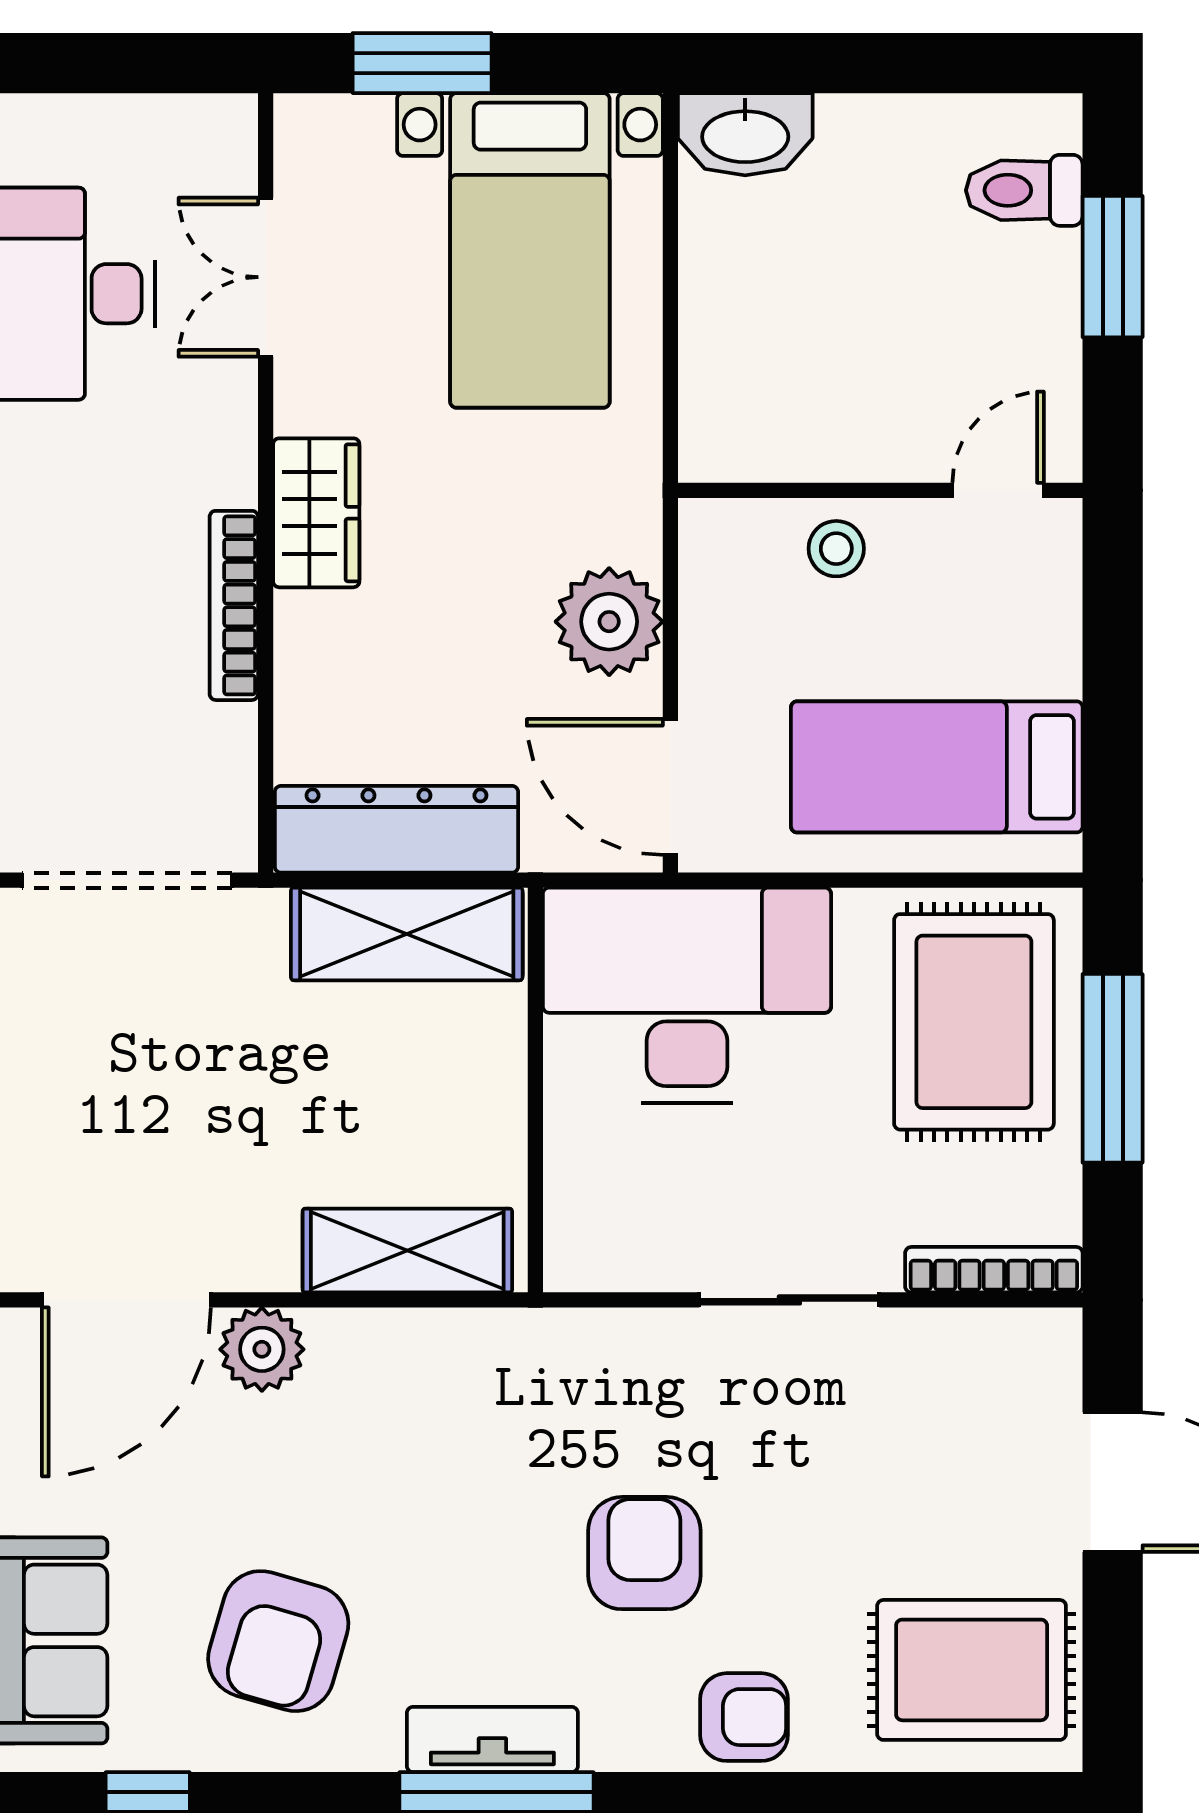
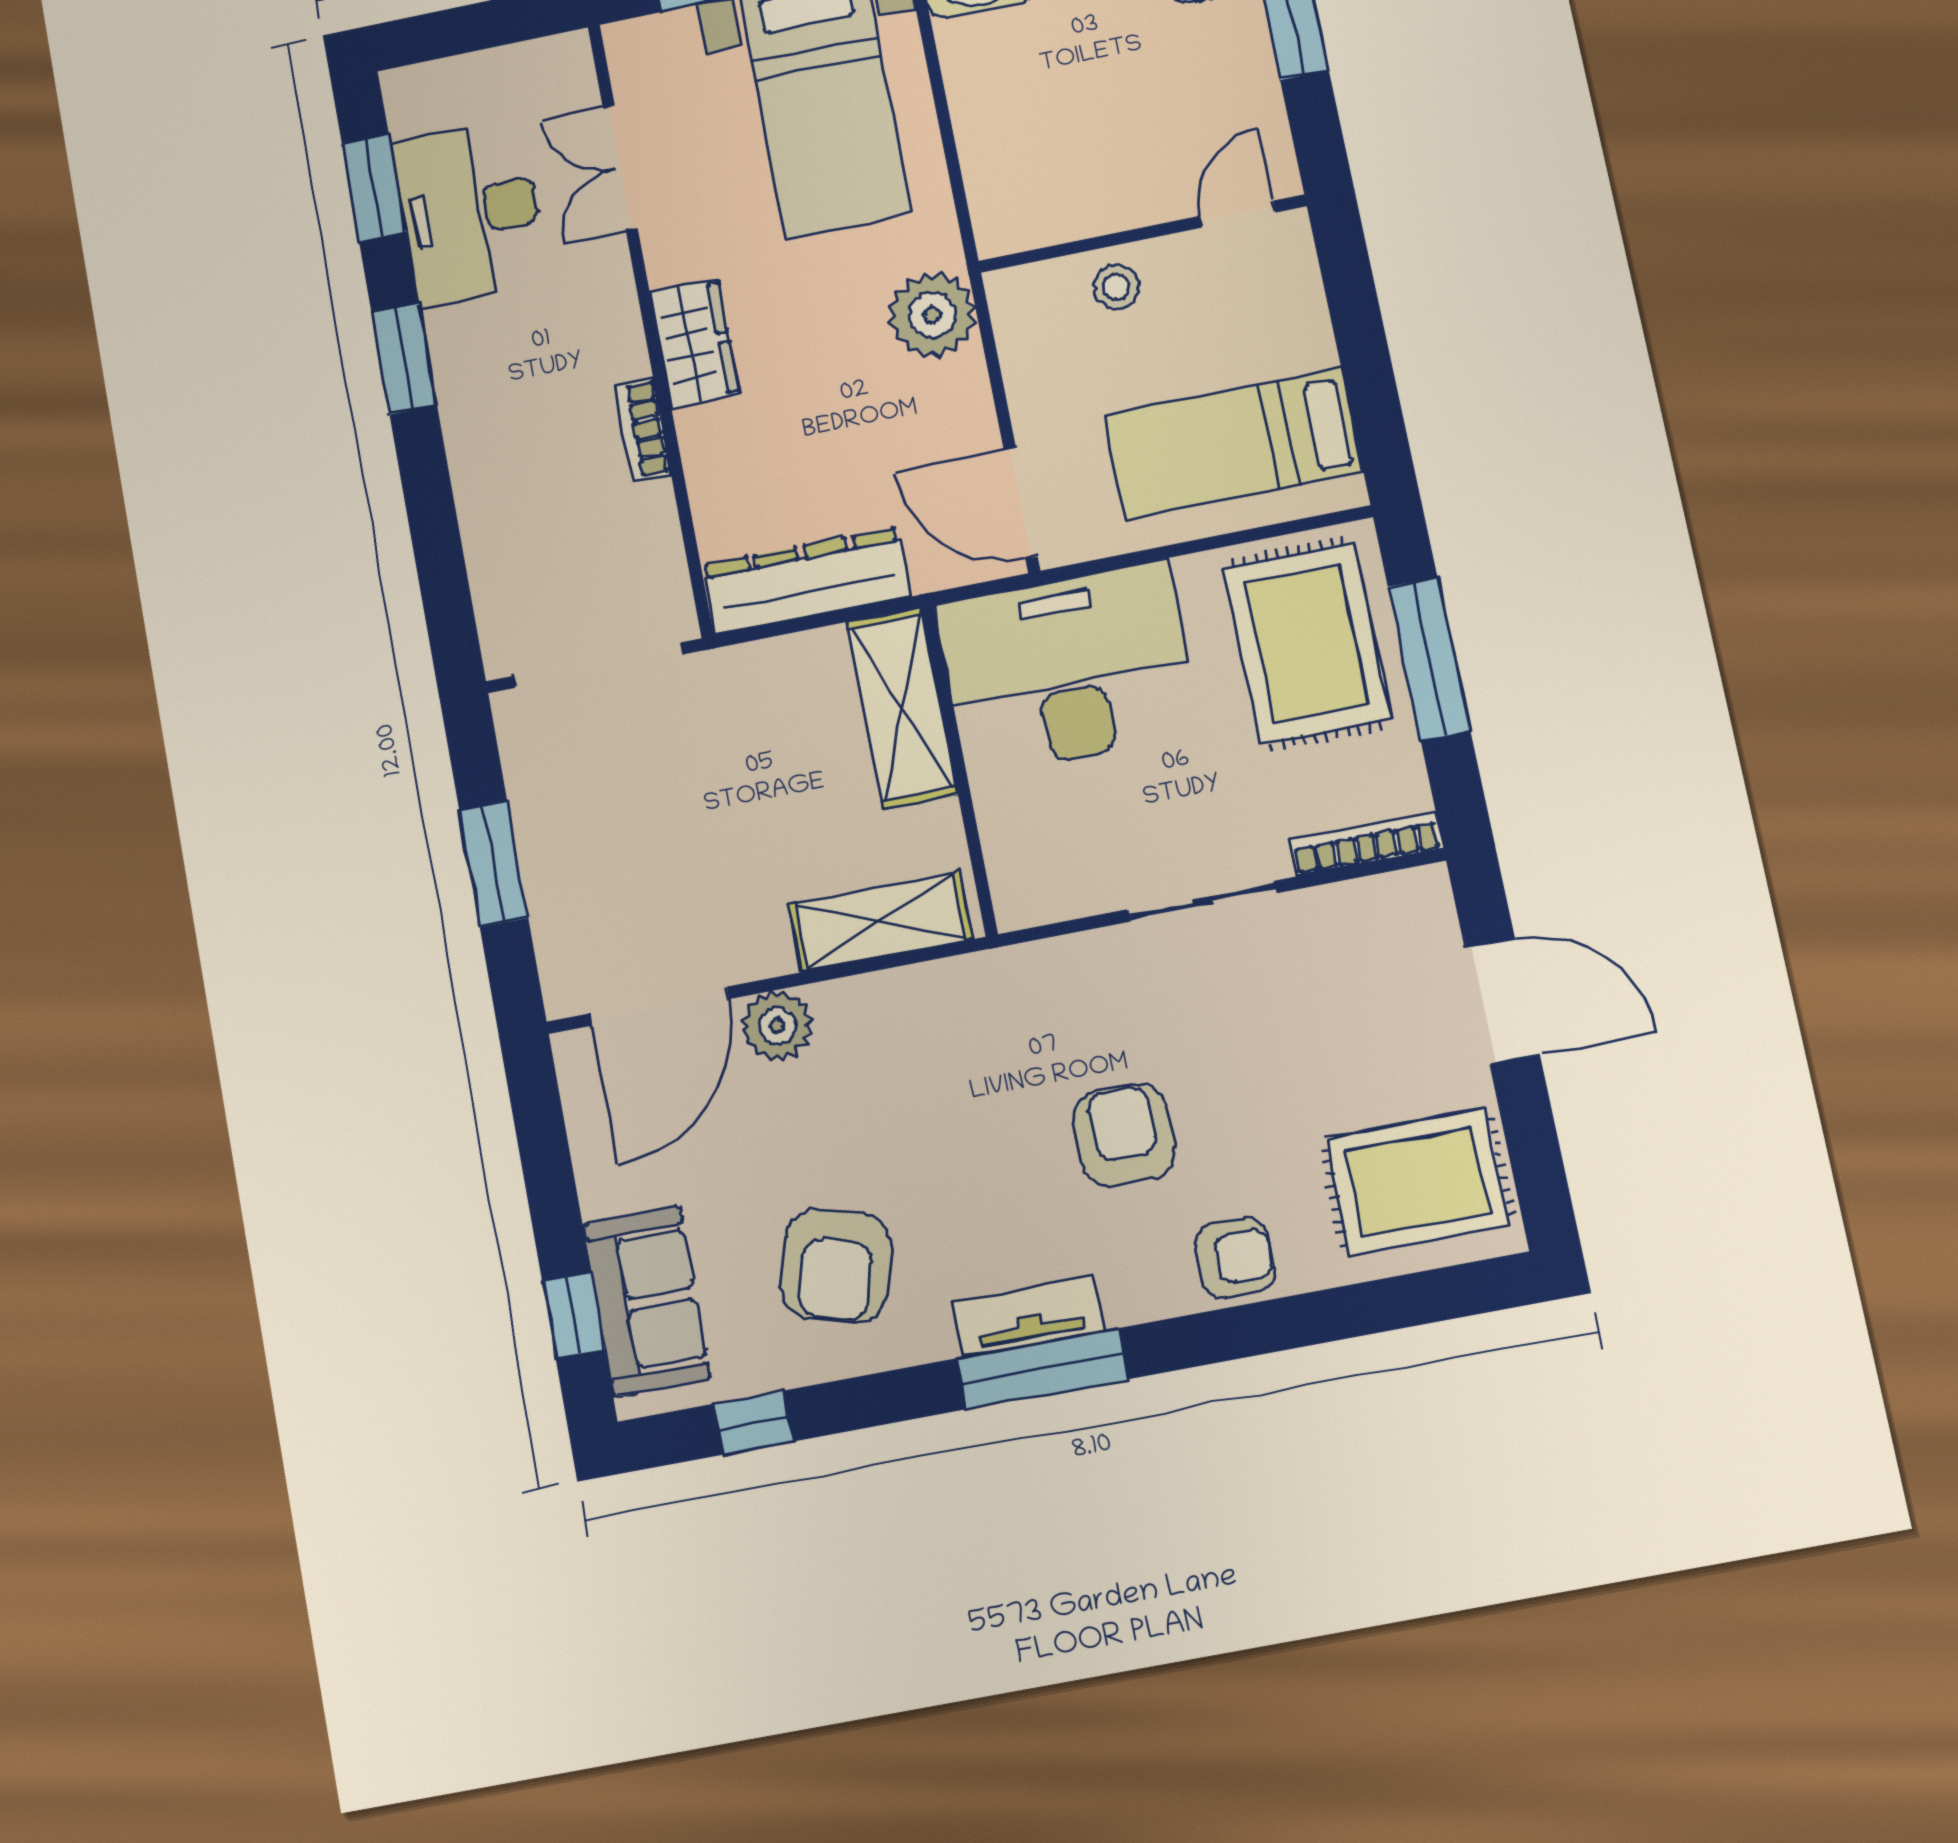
bookcase: (234, 605) -> (643, 429), width x0.64
plant: (609, 622) -> (932, 315), moved
shelving: (407, 934) -> (902, 708), moved, turned 90

